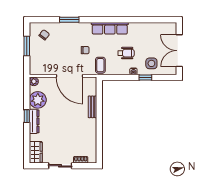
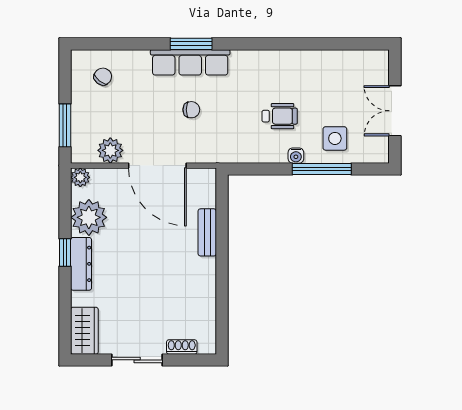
window: (69, 20) -> (191, 44), moved
row of seats: (110, 28) -> (190, 62), moved
window: (27, 46) -> (65, 125), moved
double door: (179, 51) -> (395, 111), width x0.73
coffee table: (100, 65) -> (224, 142), removed
plant: (48, 69) -> (110, 150), added
window: (145, 77) -> (322, 169), width x2.17

